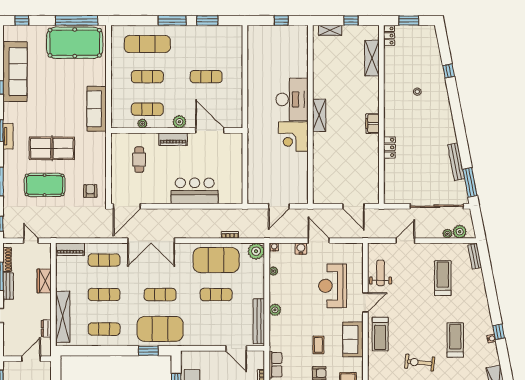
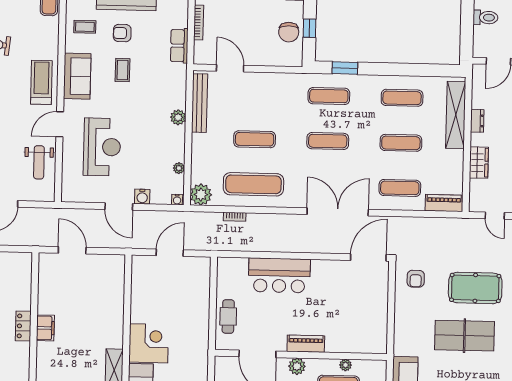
filing cabinet: (373, 123) -> (45, 328), moved
cafe table: (139, 160) -> (228, 316), moved
exercise mat: (216, 260) -> (253, 184), width x0.68
dresser: (46, 328) -> (477, 121), moved
exercise mat: (160, 329) -> (329, 96), width x0.50, depth x0.69

